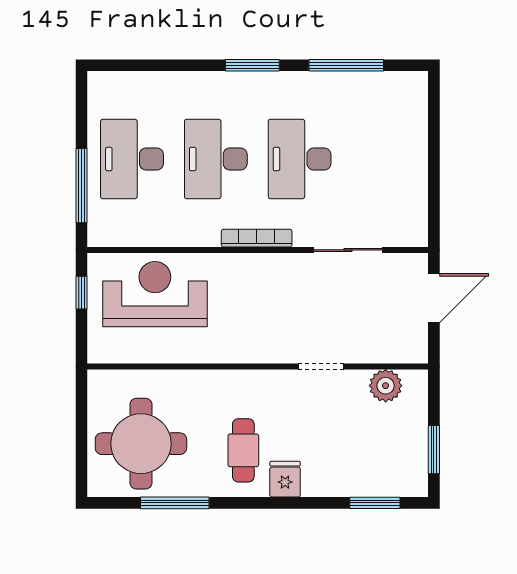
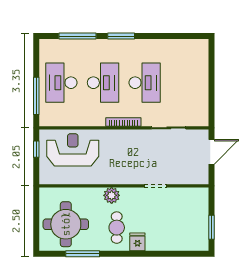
window: (346, 65) -> (77, 36), moved
desk: (216, 159) -> (103, 83), turned 180
desk: (300, 159) -> (145, 83), turned 180
plant: (386, 386) -> (112, 195), moved
window: (375, 503) -> (182, 254), removed

